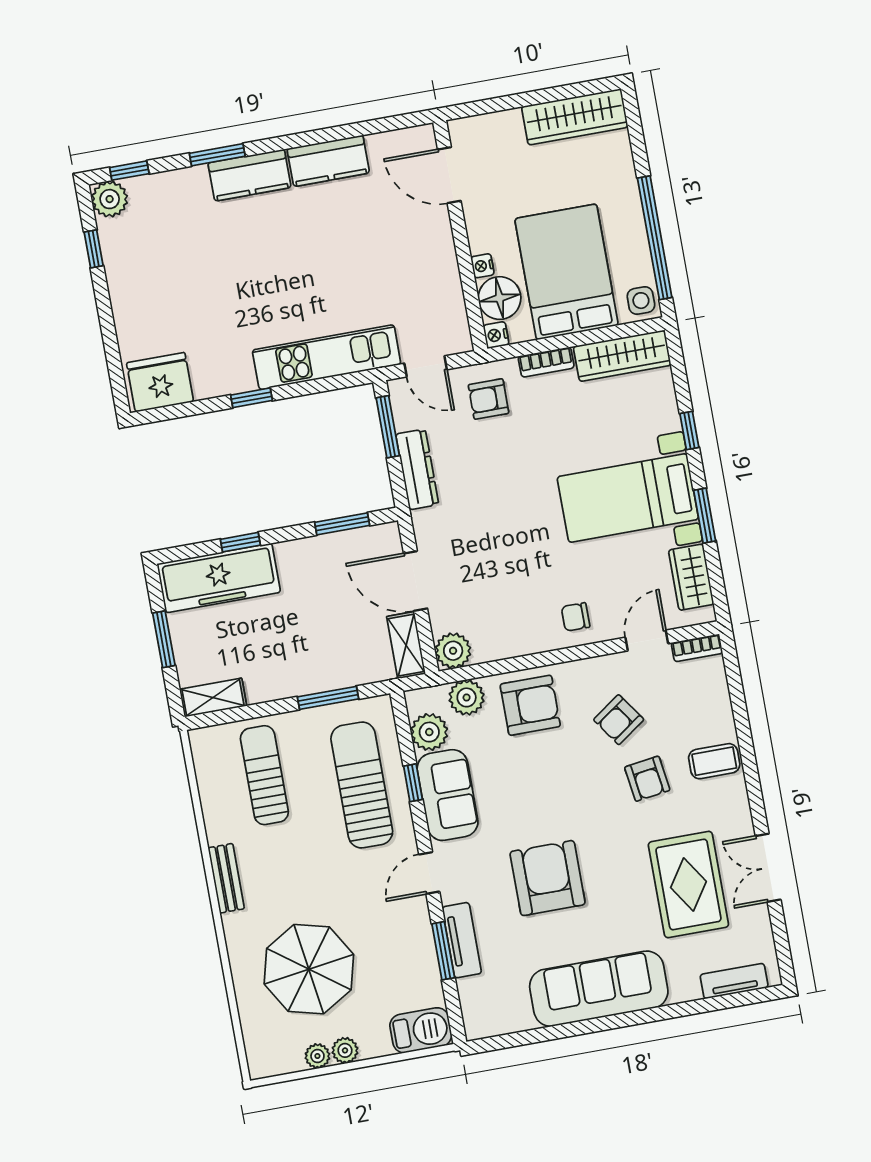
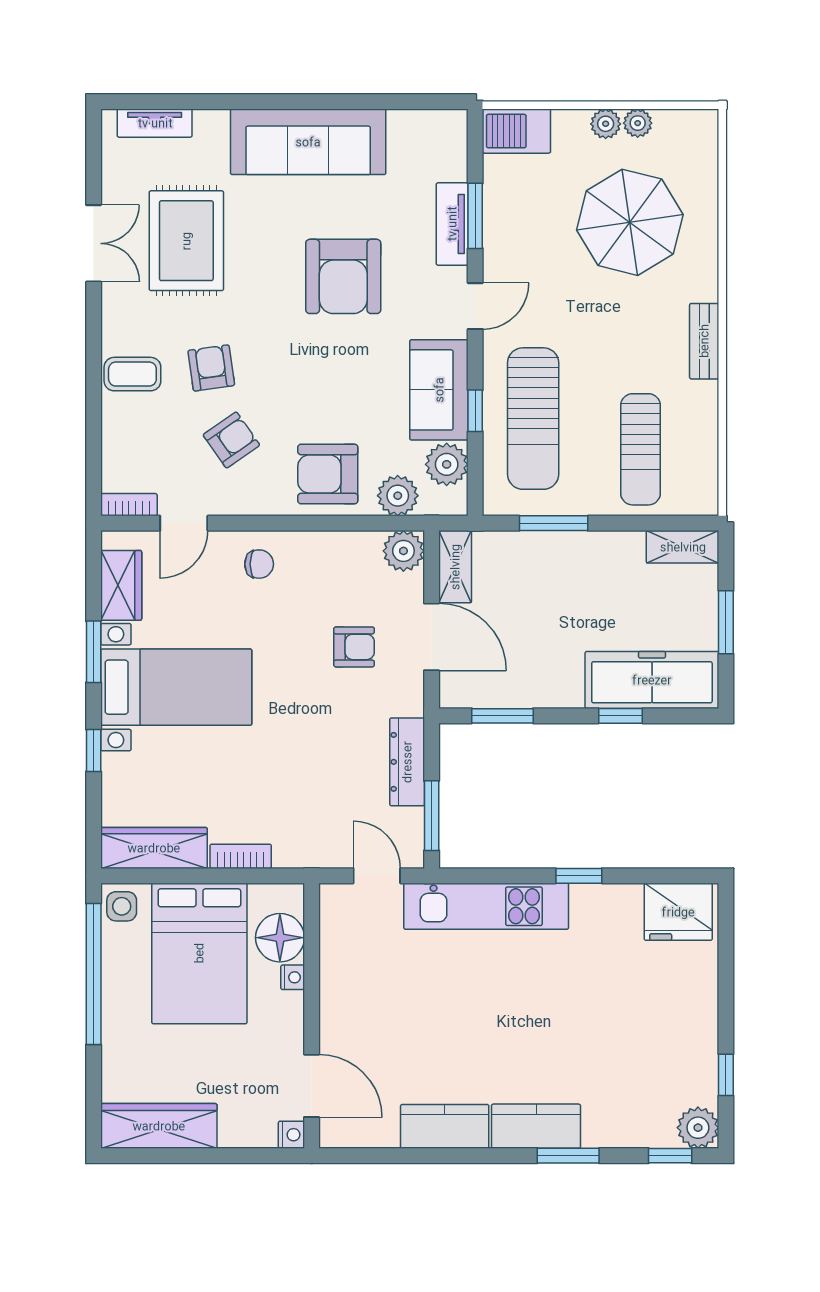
nightstand: (496, 335) -> (291, 1135), moved
armchair: (488, 399) -> (354, 647), moved

